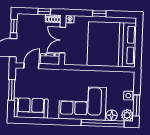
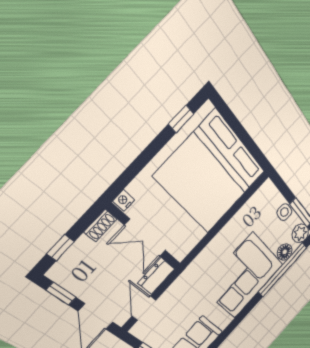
window: (44, 12) -> (60, 248), moved
window: (99, 14) -> (181, 119), moved

